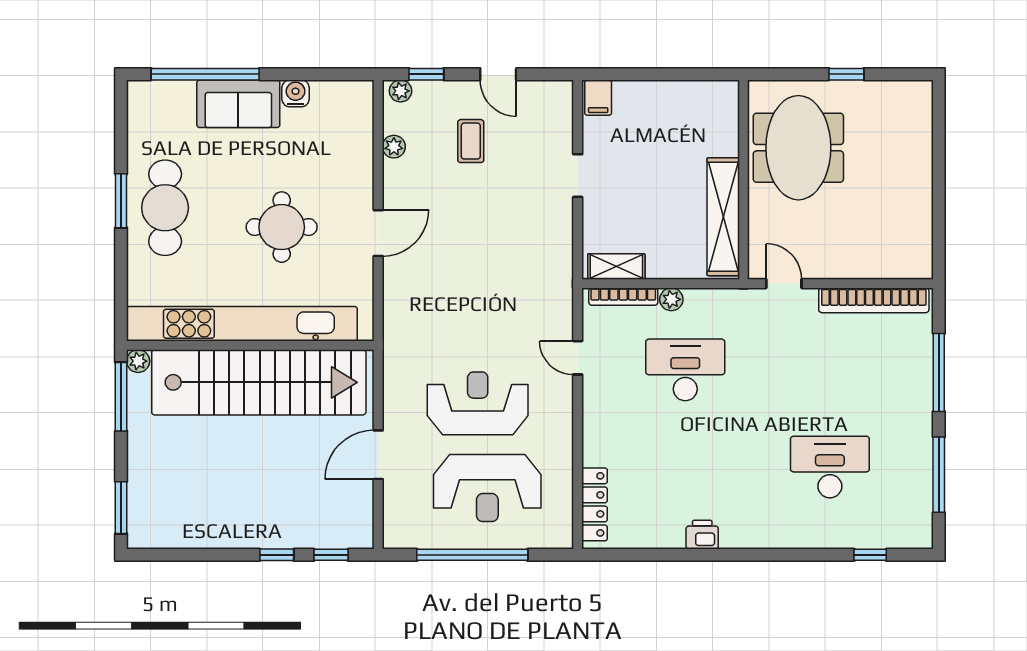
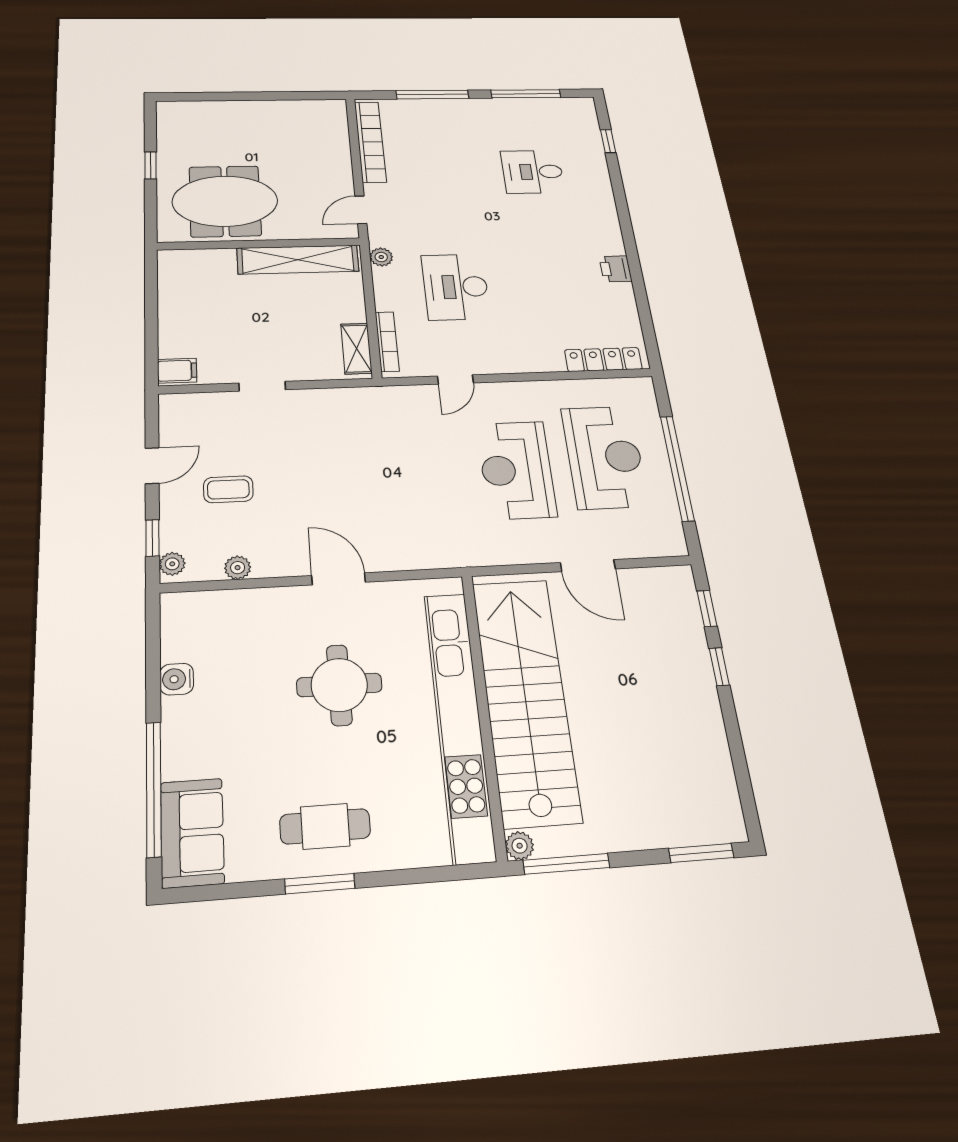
sofa: (238, 104) -> (192, 833), moved
cafe table: (165, 208) -> (325, 826), width x0.73, depth x0.74
plant: (671, 299) -> (381, 257), moved
desk: (830, 467) -> (533, 172), width x0.73

